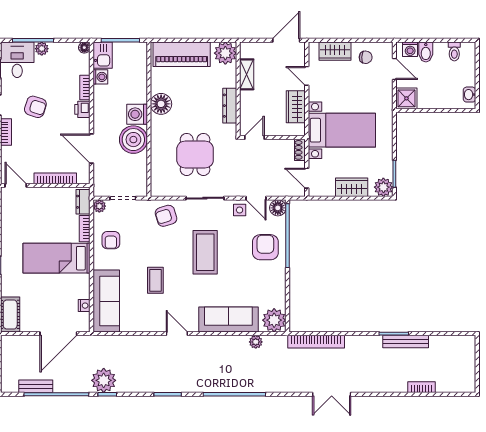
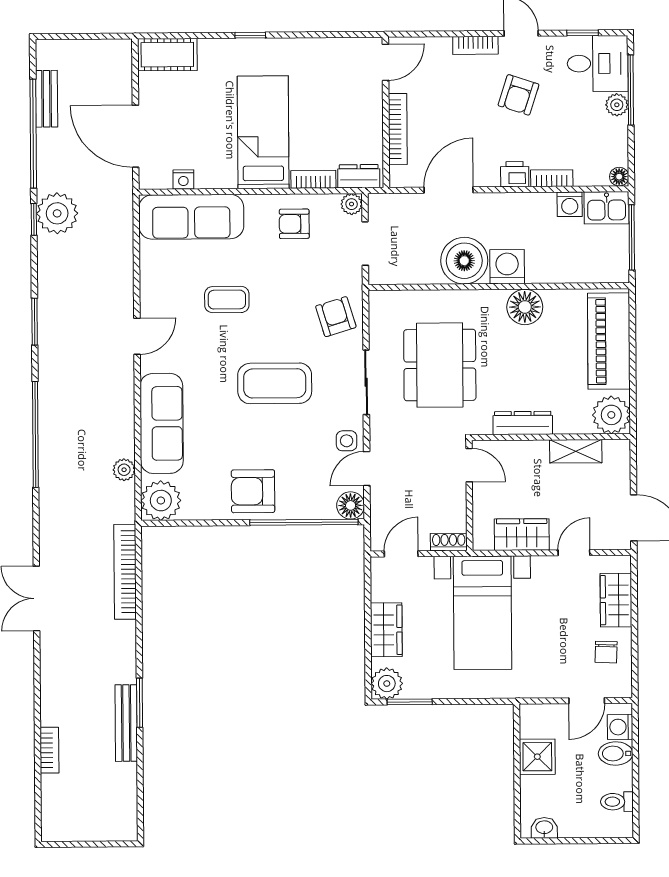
shower: (406, 98) -> (537, 757), moved
dining table: (195, 154) -> (440, 365), width x1.38
armchair: (265, 247) -> (253, 491), moved, turned 180

